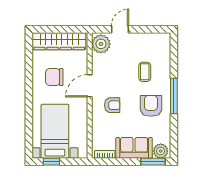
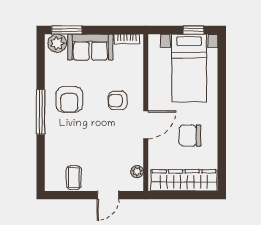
plant: (101, 44) -> (137, 172), width x0.53, depth x0.53
coffee table: (145, 72) -> (74, 178), moved
chair: (54, 77) -> (190, 136), turned 180

